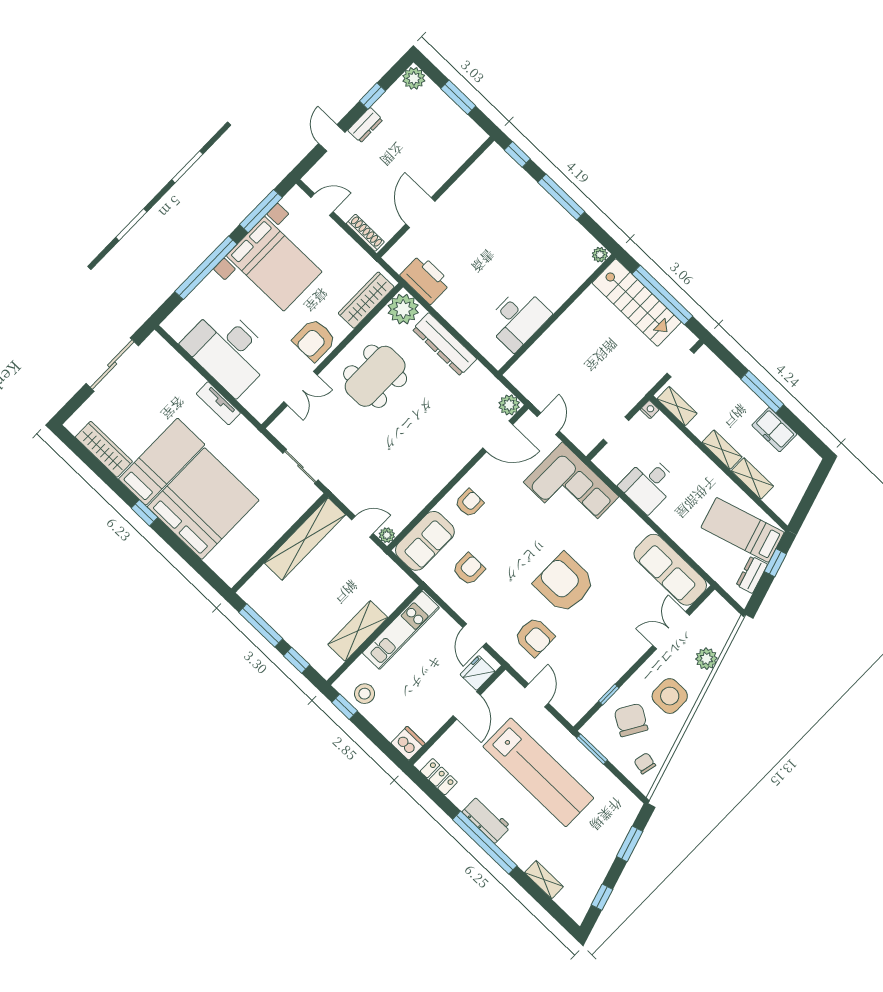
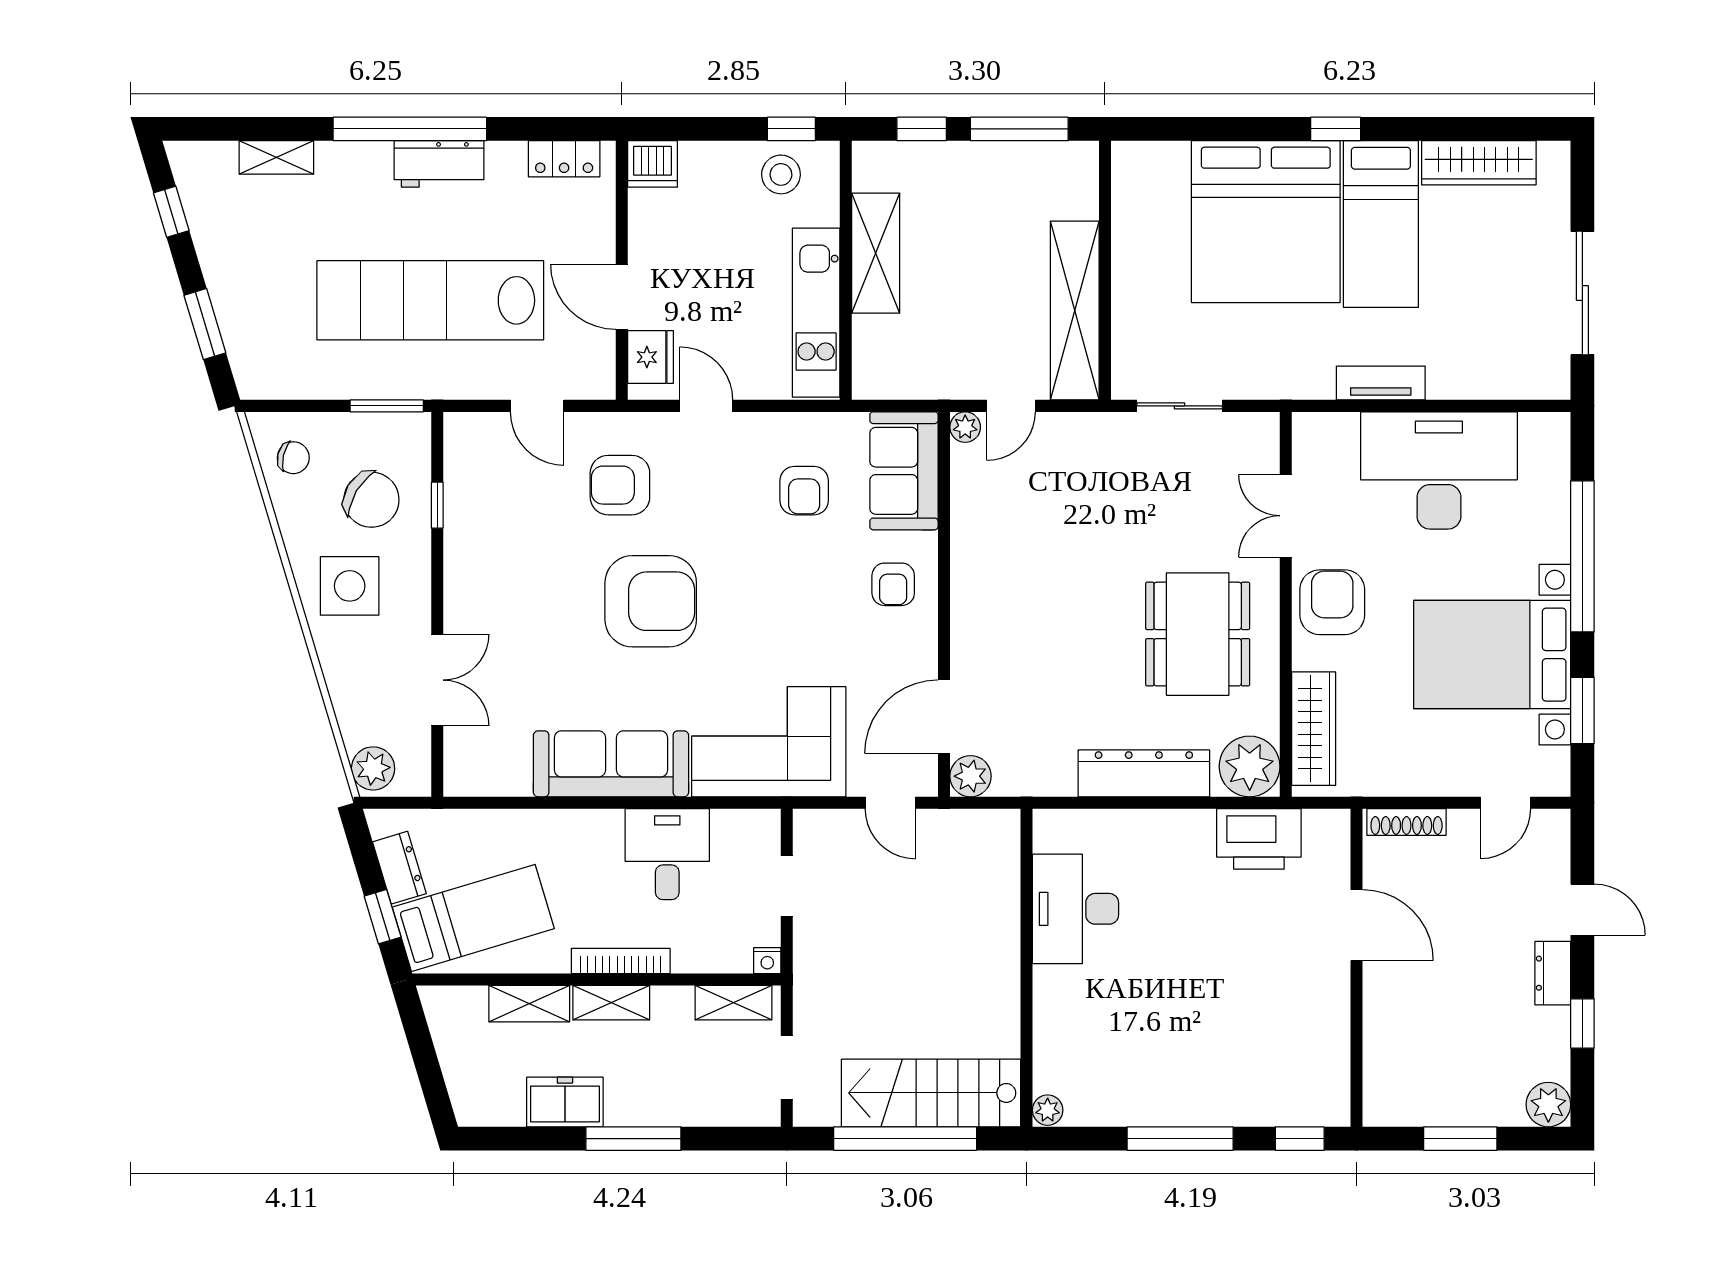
window: (261, 211) -> (1582, 710), width x0.69
bookcase: (704, 462) -> (621, 961), added
sofa: (670, 570) -> (611, 764), moved
plant: (706, 659) -> (373, 768), moved

